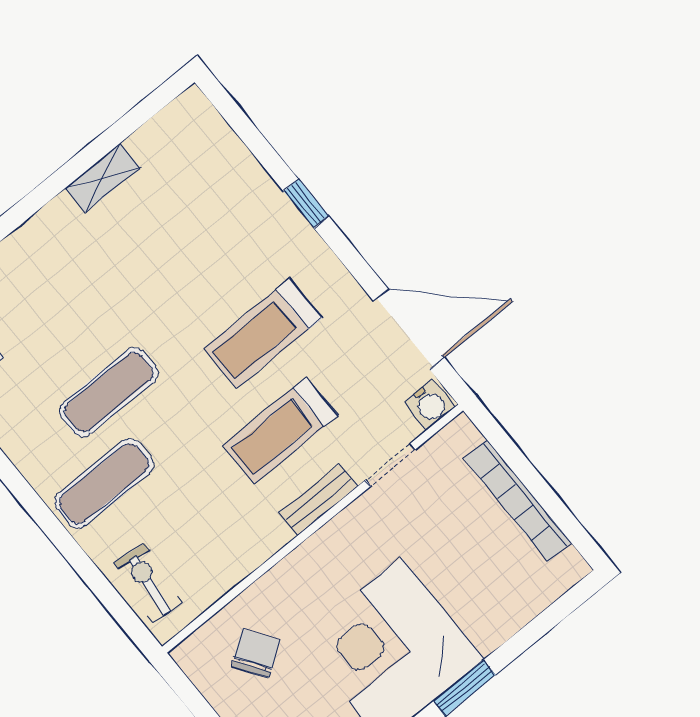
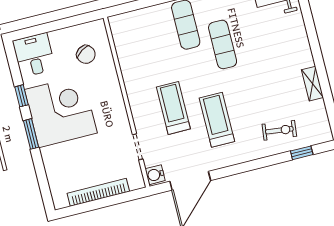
window: (306, 203) -> (302, 153), moved
bench: (318, 500) -> (137, 110), removed
exercise bike: (149, 583) -> (279, 130), moved

